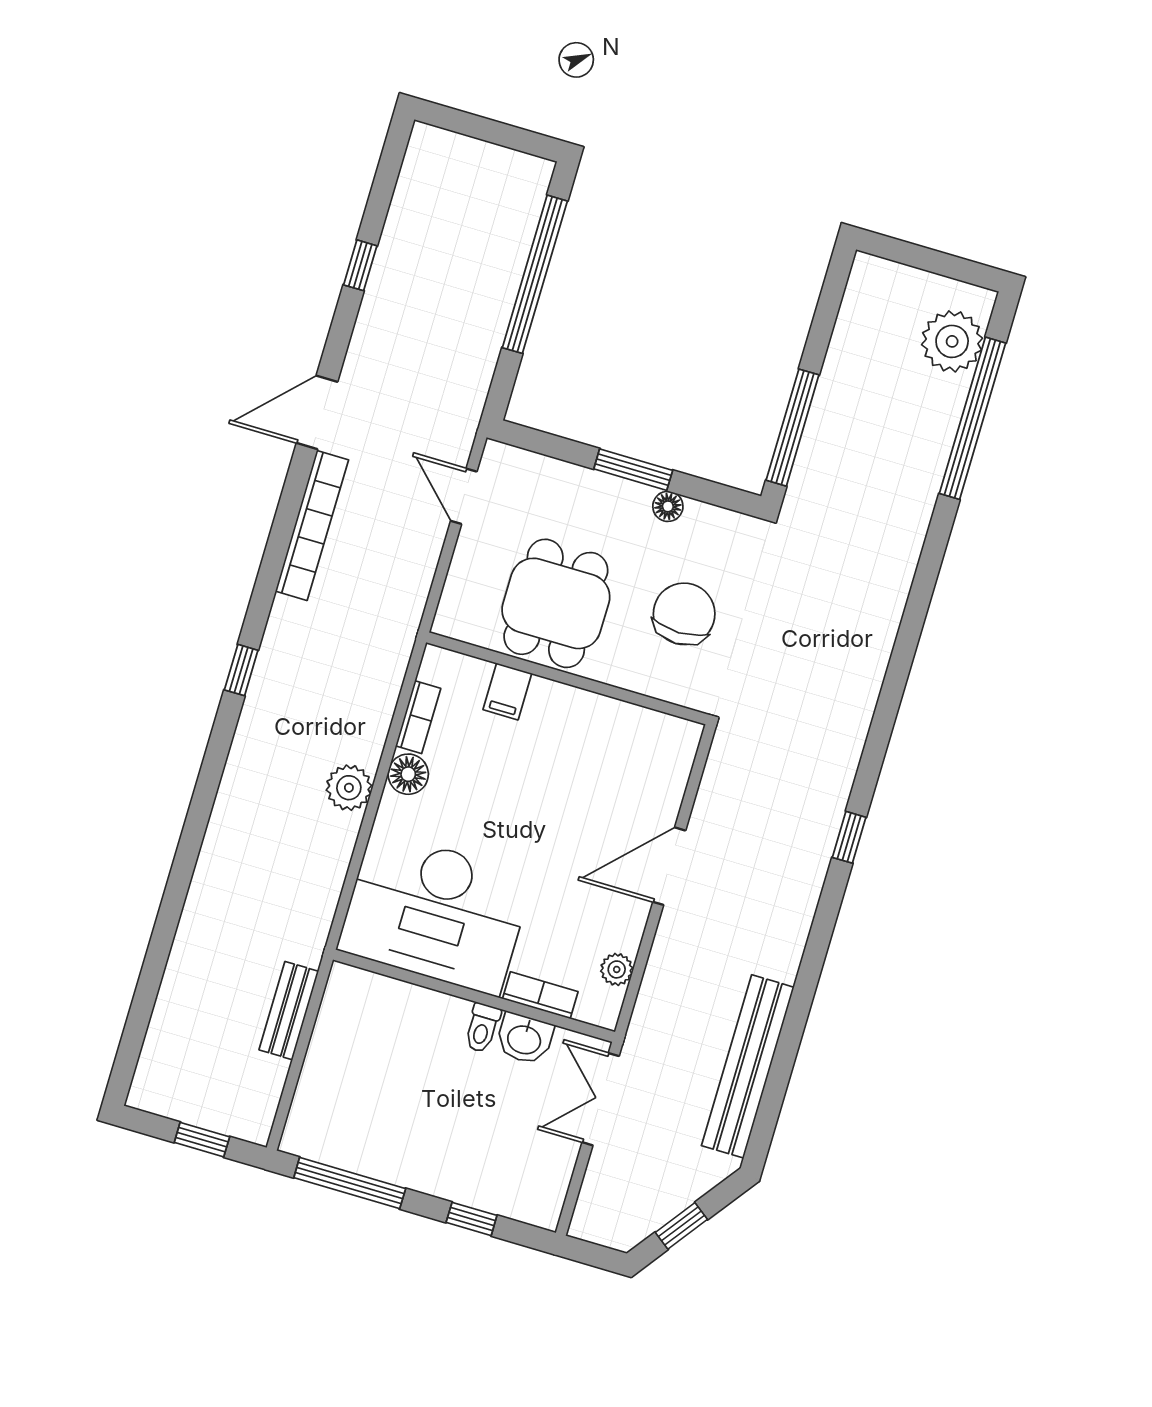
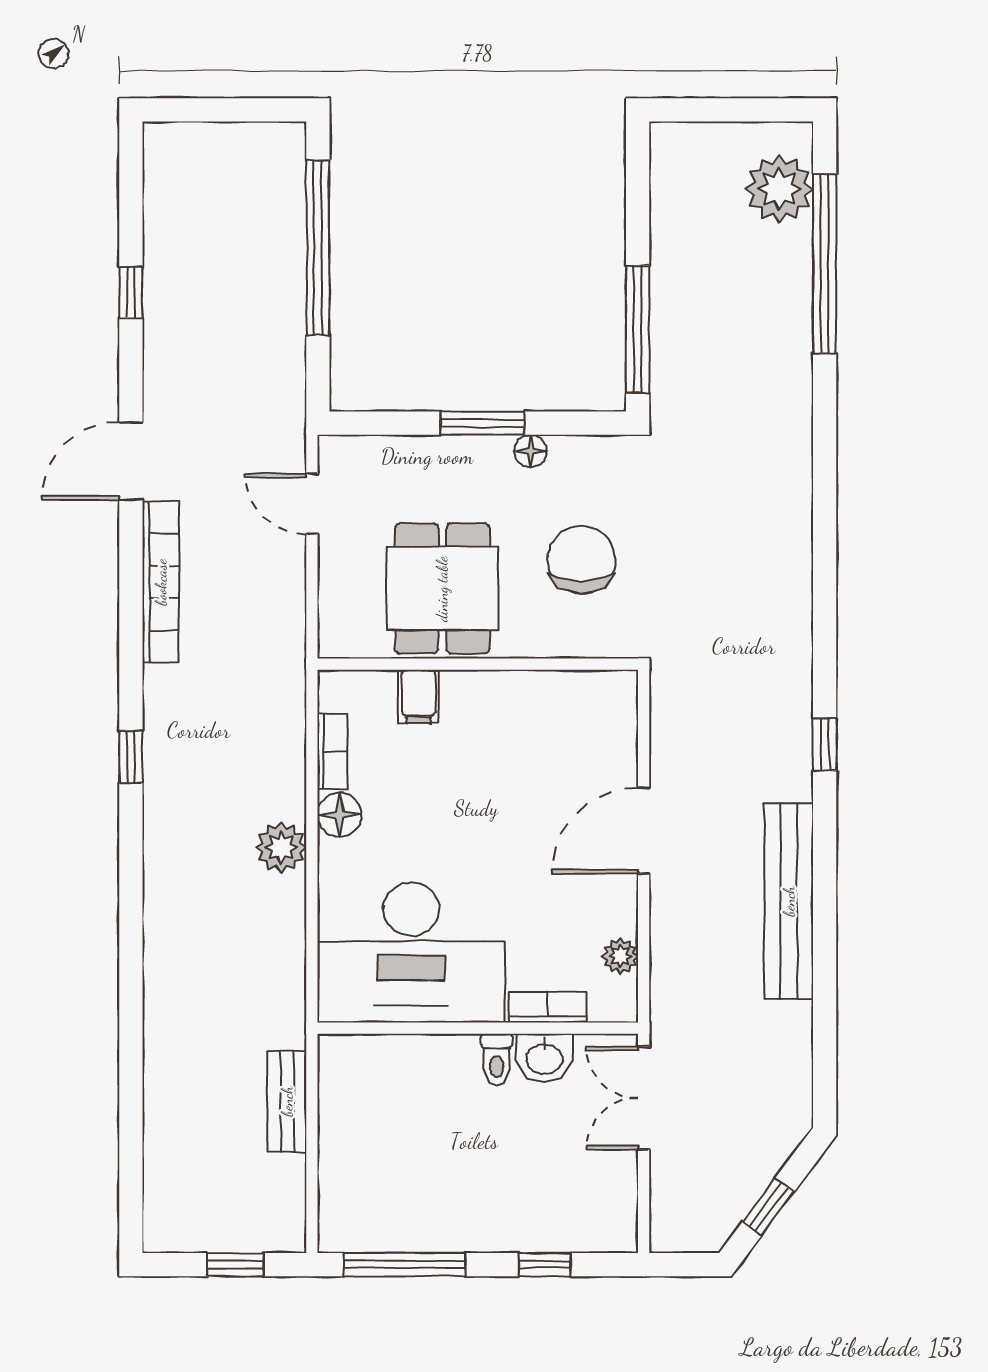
bench: (748, 1066) -> (789, 901), moved

